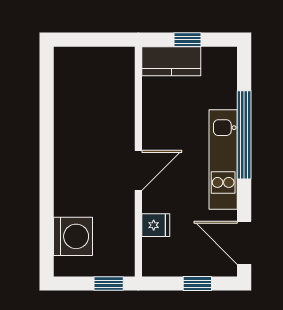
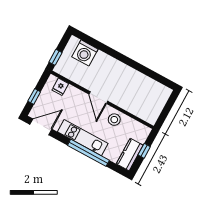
kitchen counter: (171, 61) -> (130, 155), moved
stool: (162, 122) -> (114, 120), added
fridge: (156, 225) -> (60, 87), moved

